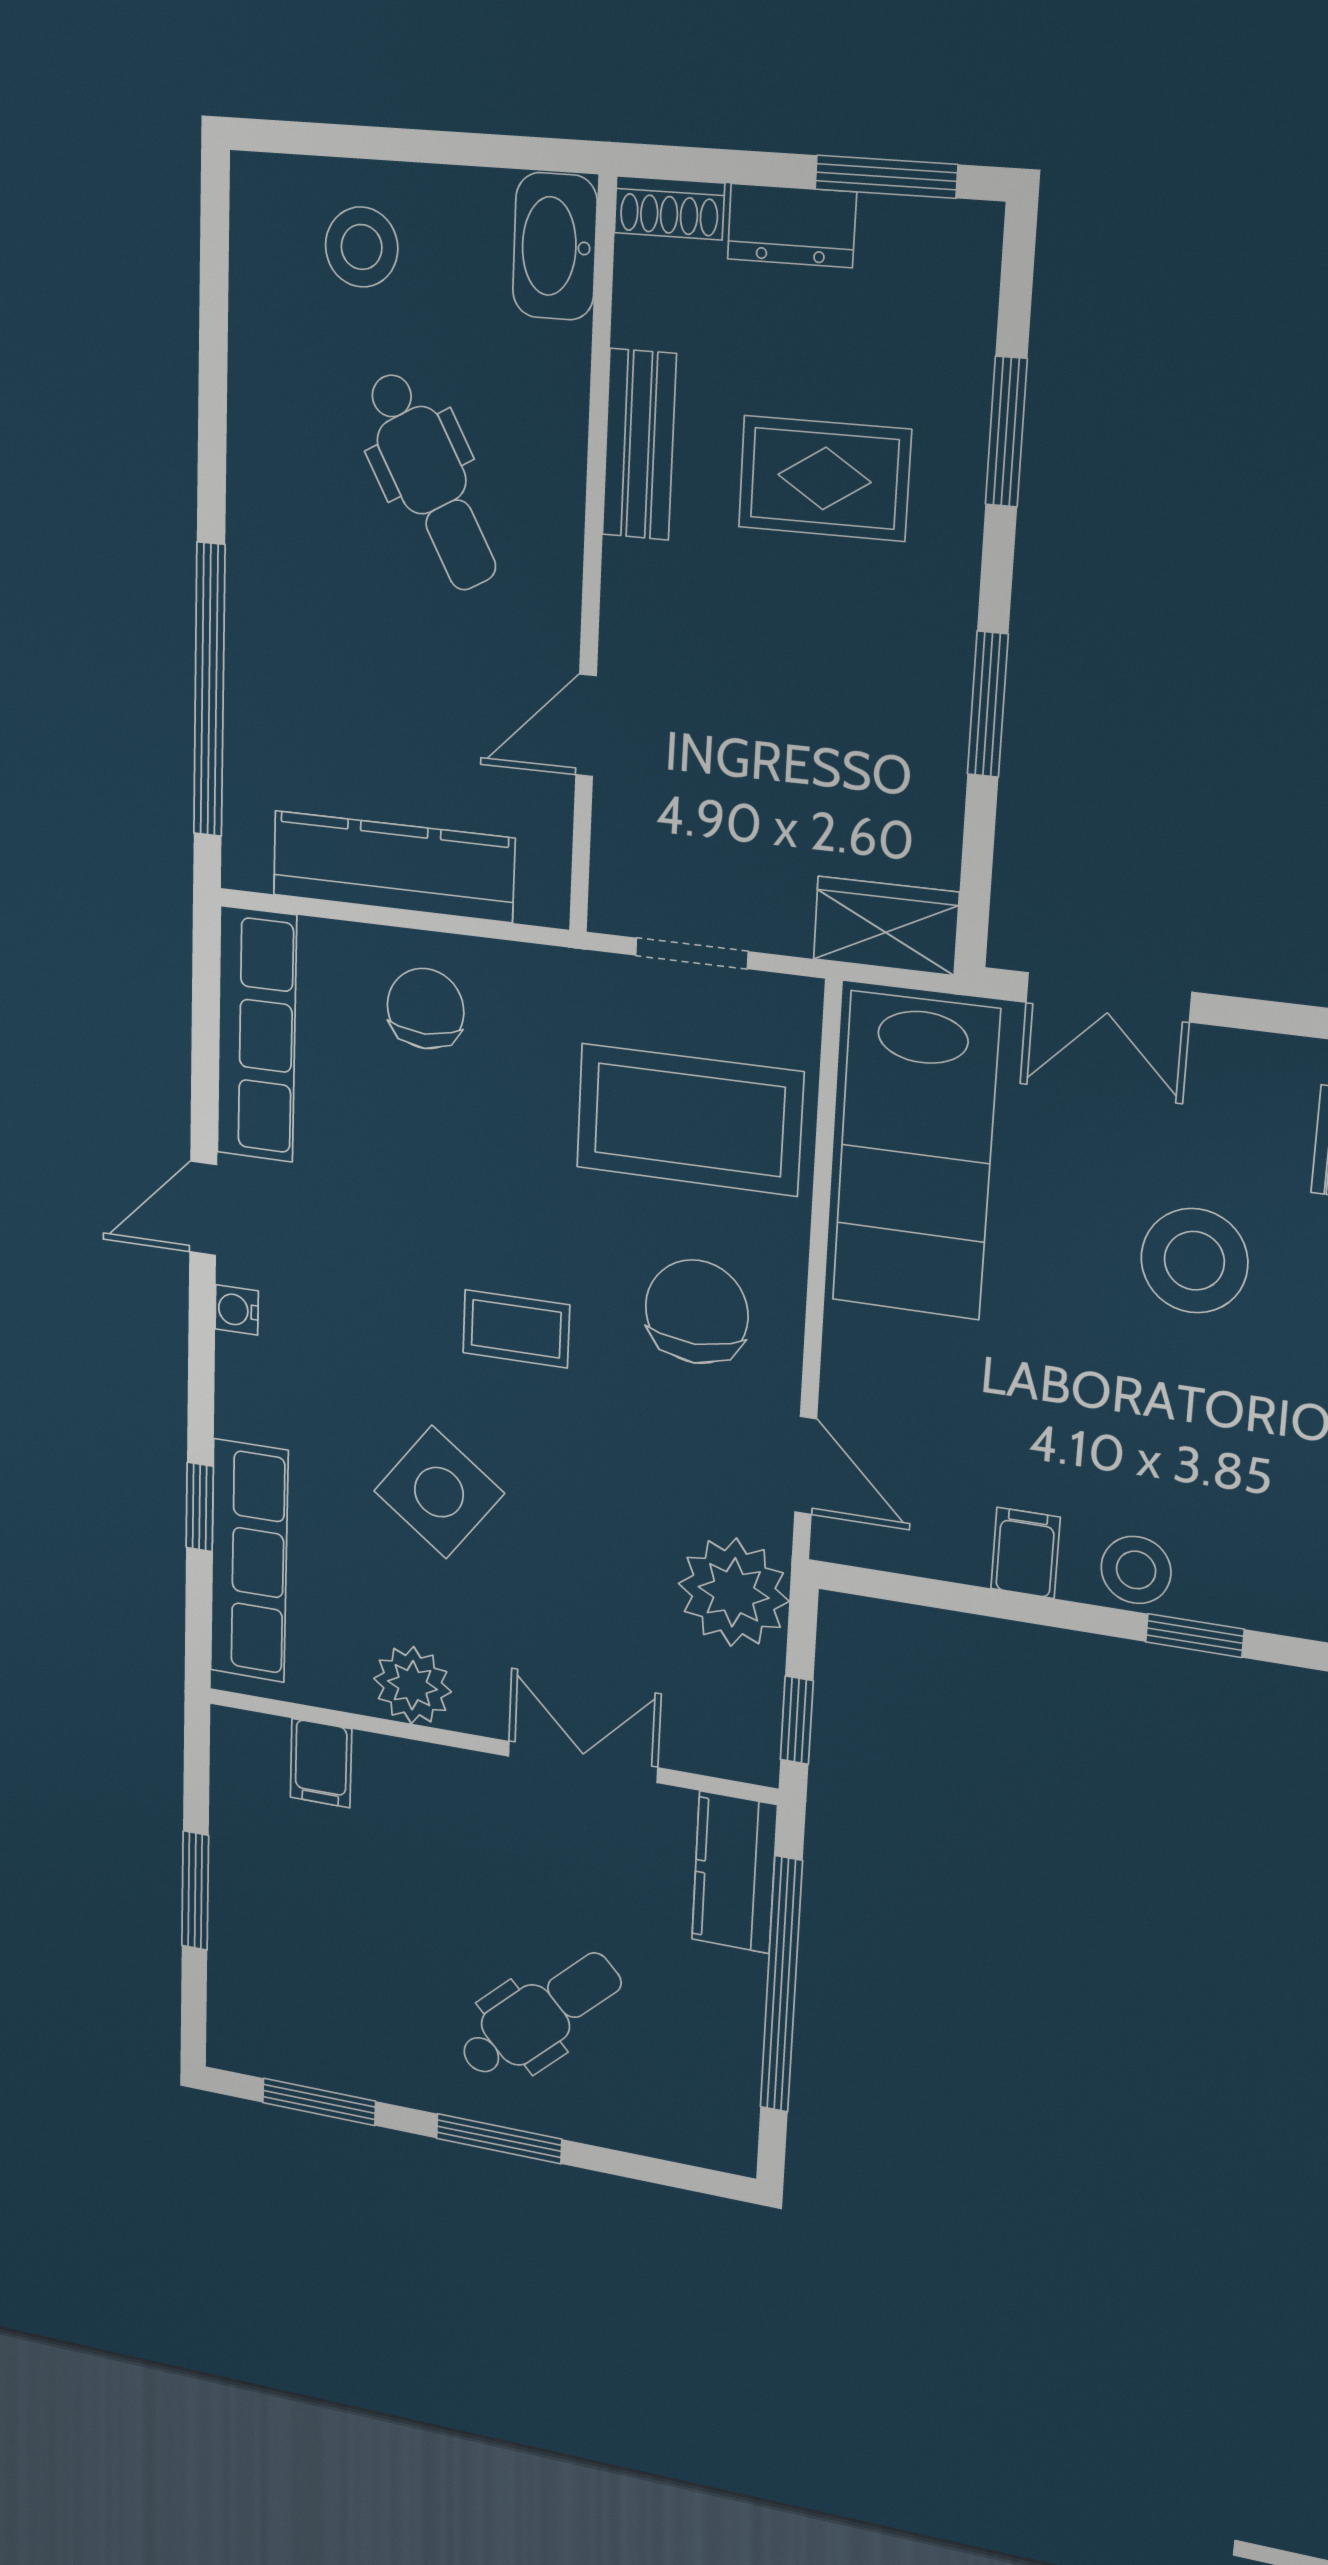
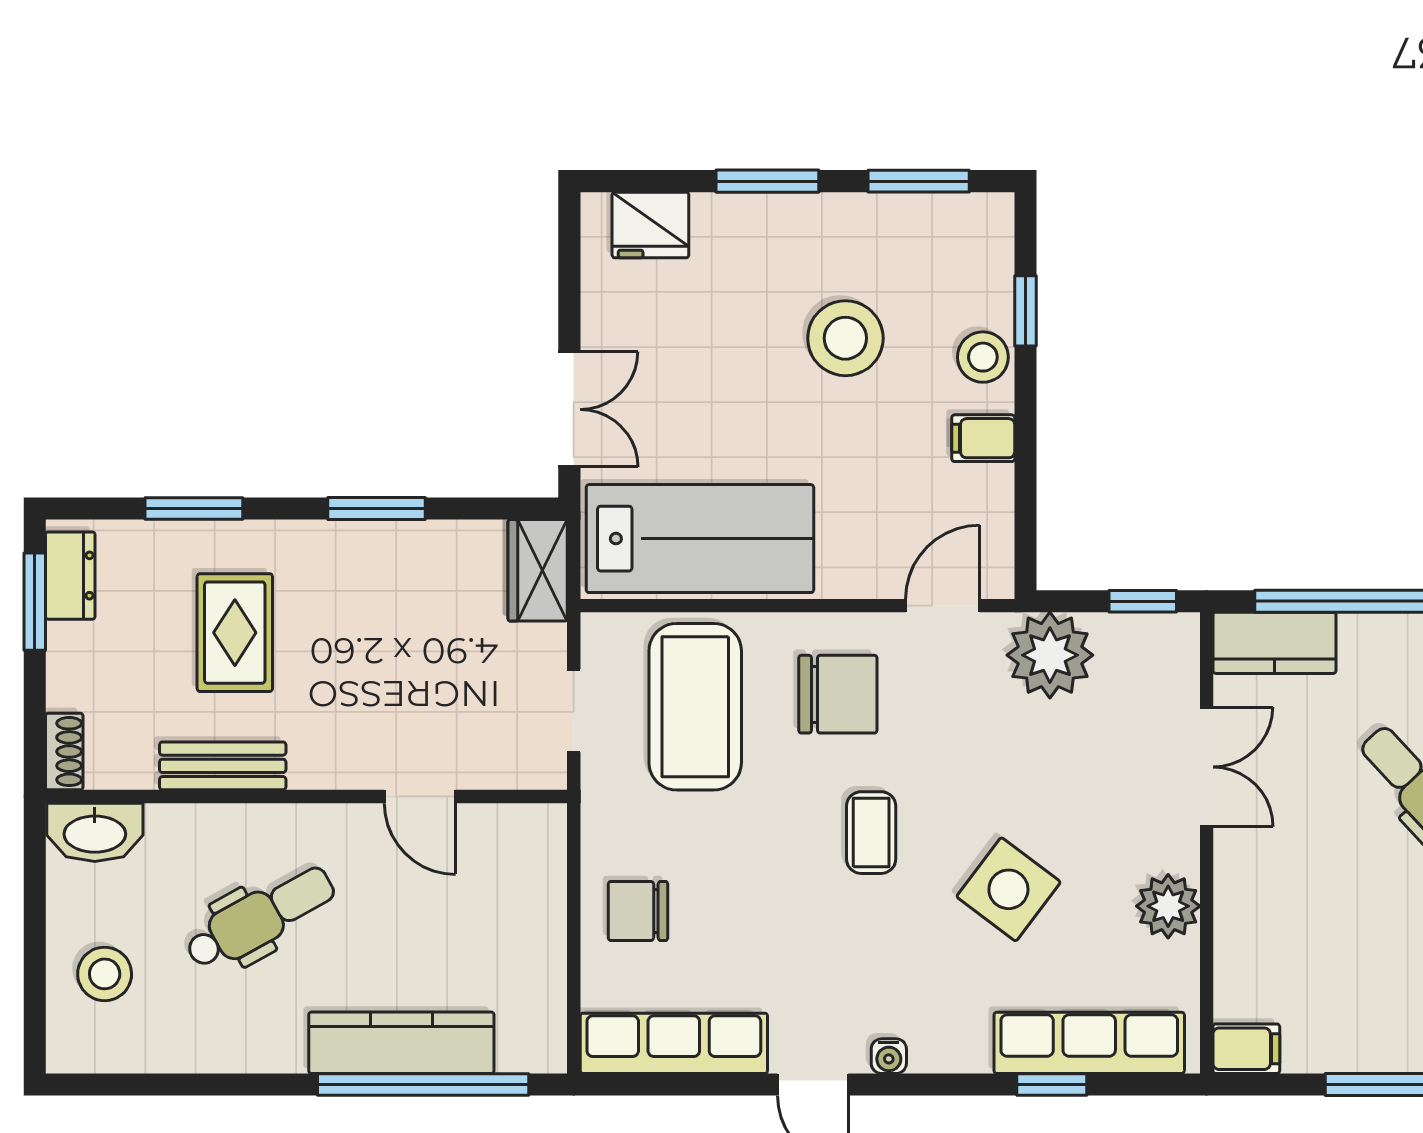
dresser: (792, 226) -> (70, 576), moved
kitchen counter: (393, 867) -> (401, 1043), moved, turned 90
stool: (1194, 1261) -> (845, 338), moved
chair: (697, 1312) -> (838, 694), turned 180
double door: (583, 1762) -> (1207, 767), swing flipped
filing cabinet: (321, 1763) -> (1246, 1049), moved

